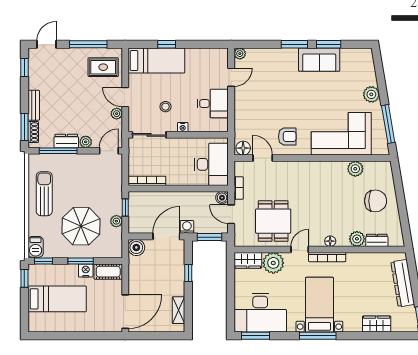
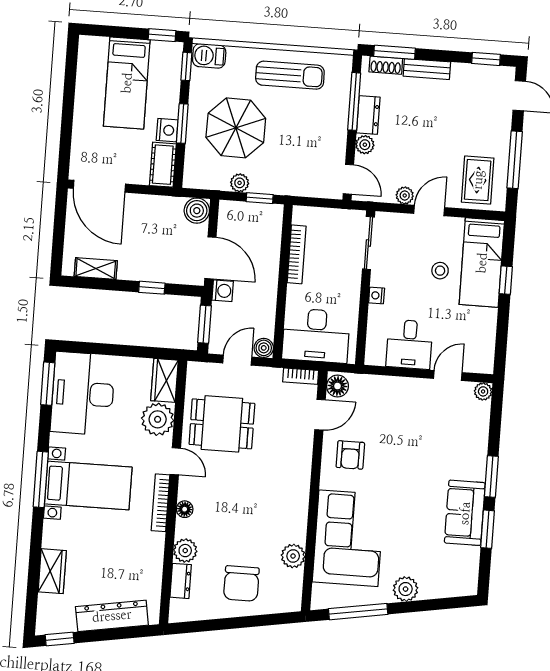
door: (231, 77) -> (448, 375), swing flipped
stool: (165, 107) -> (440, 271), moved
bookcase: (147, 181) -> (297, 254), moved
bookcase: (239, 188) -> (301, 376), moved

